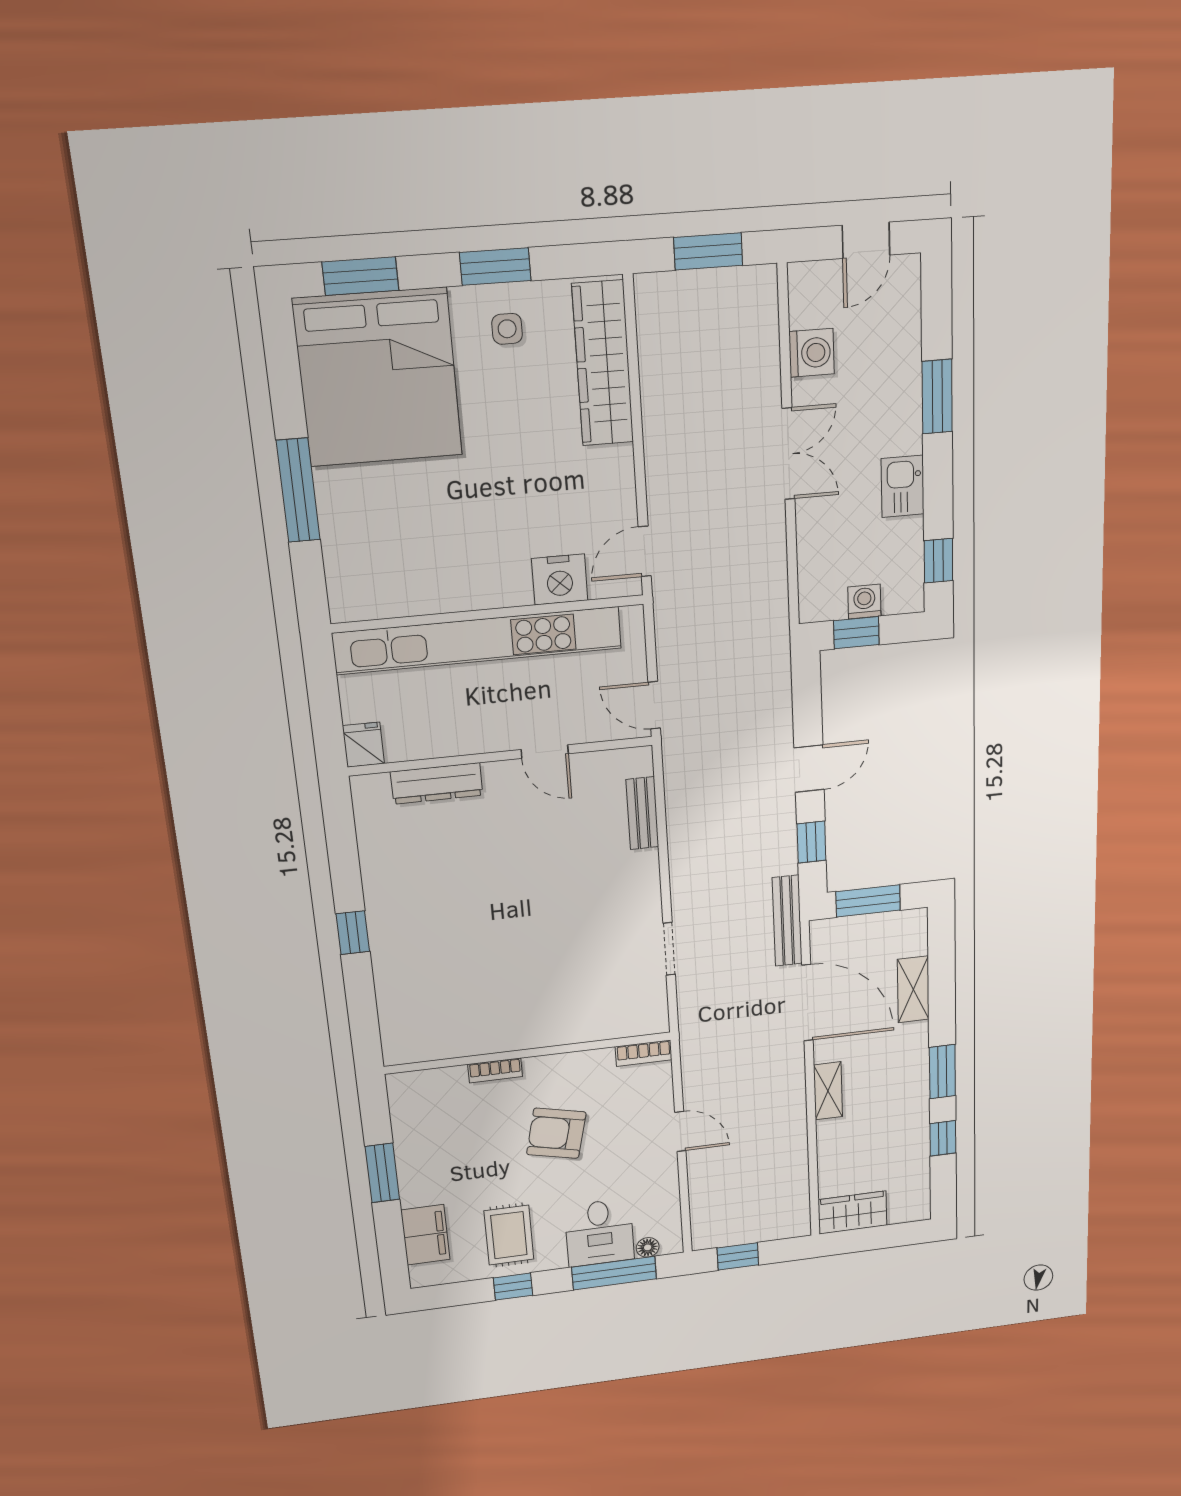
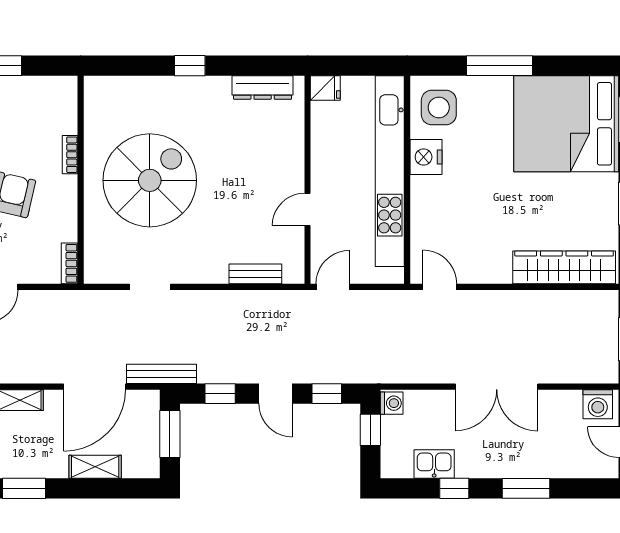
side table: (507, 329) -> (439, 107), moved, width x1.87, depth x1.87
washing machine: (812, 353) -> (598, 404), moved
double door: (788, 454) -> (497, 387), width x1.37
kitchen sink: (903, 486) -> (434, 464), moved
window: (938, 561) -> (454, 488), moved
nightstand: (560, 580) -> (426, 157), moved
washing machine: (864, 602) -> (392, 403), moved
window: (807, 699) -> (327, 394), added
dresser: (437, 783) -> (263, 87), moved, turned -90
spiral stairs: (521, 966) -> (150, 180), added

